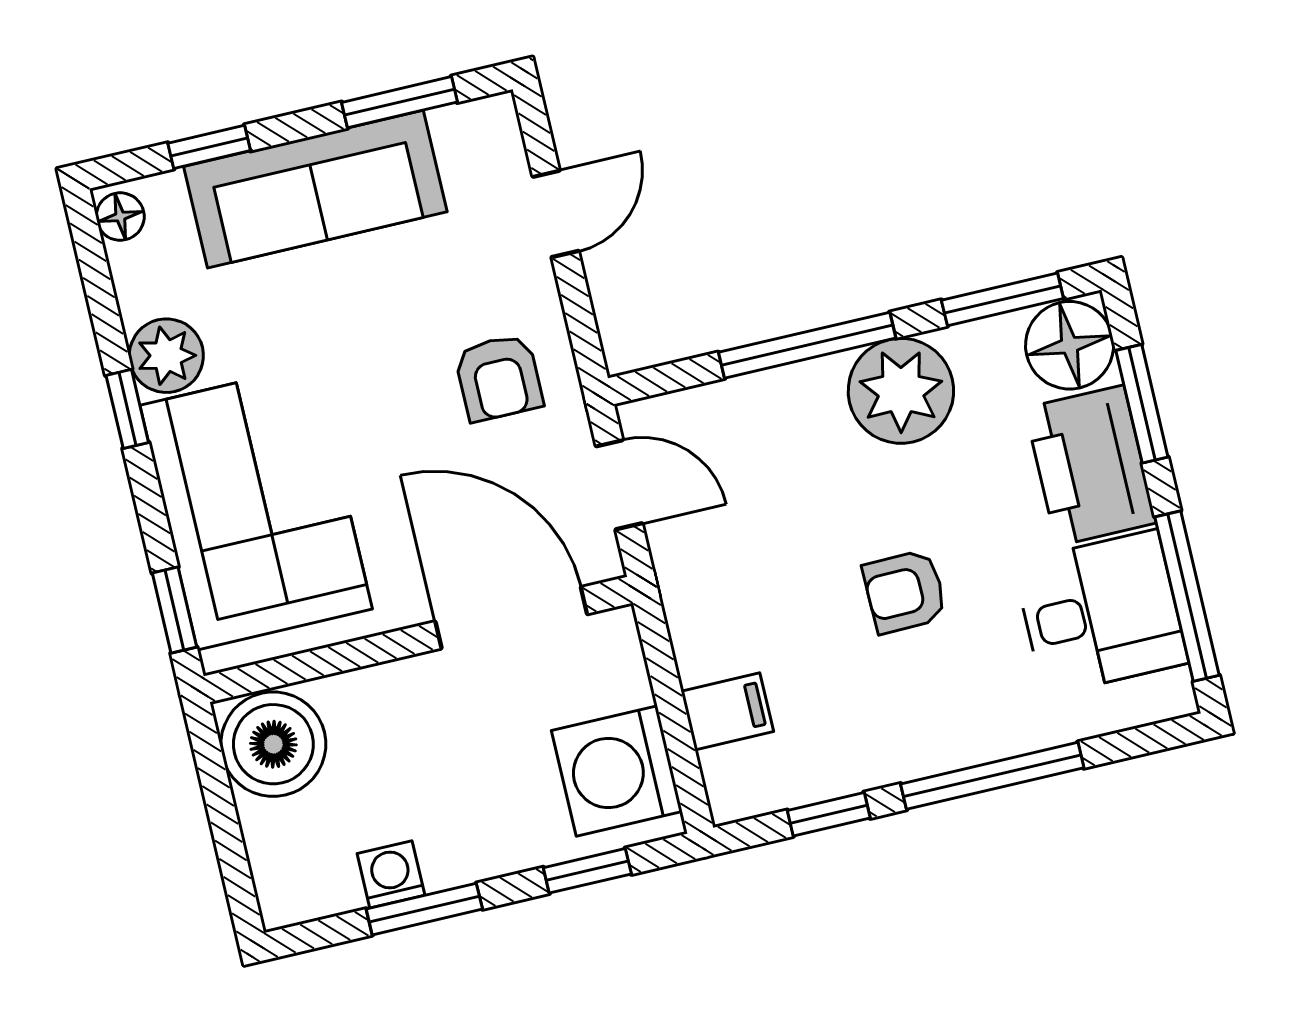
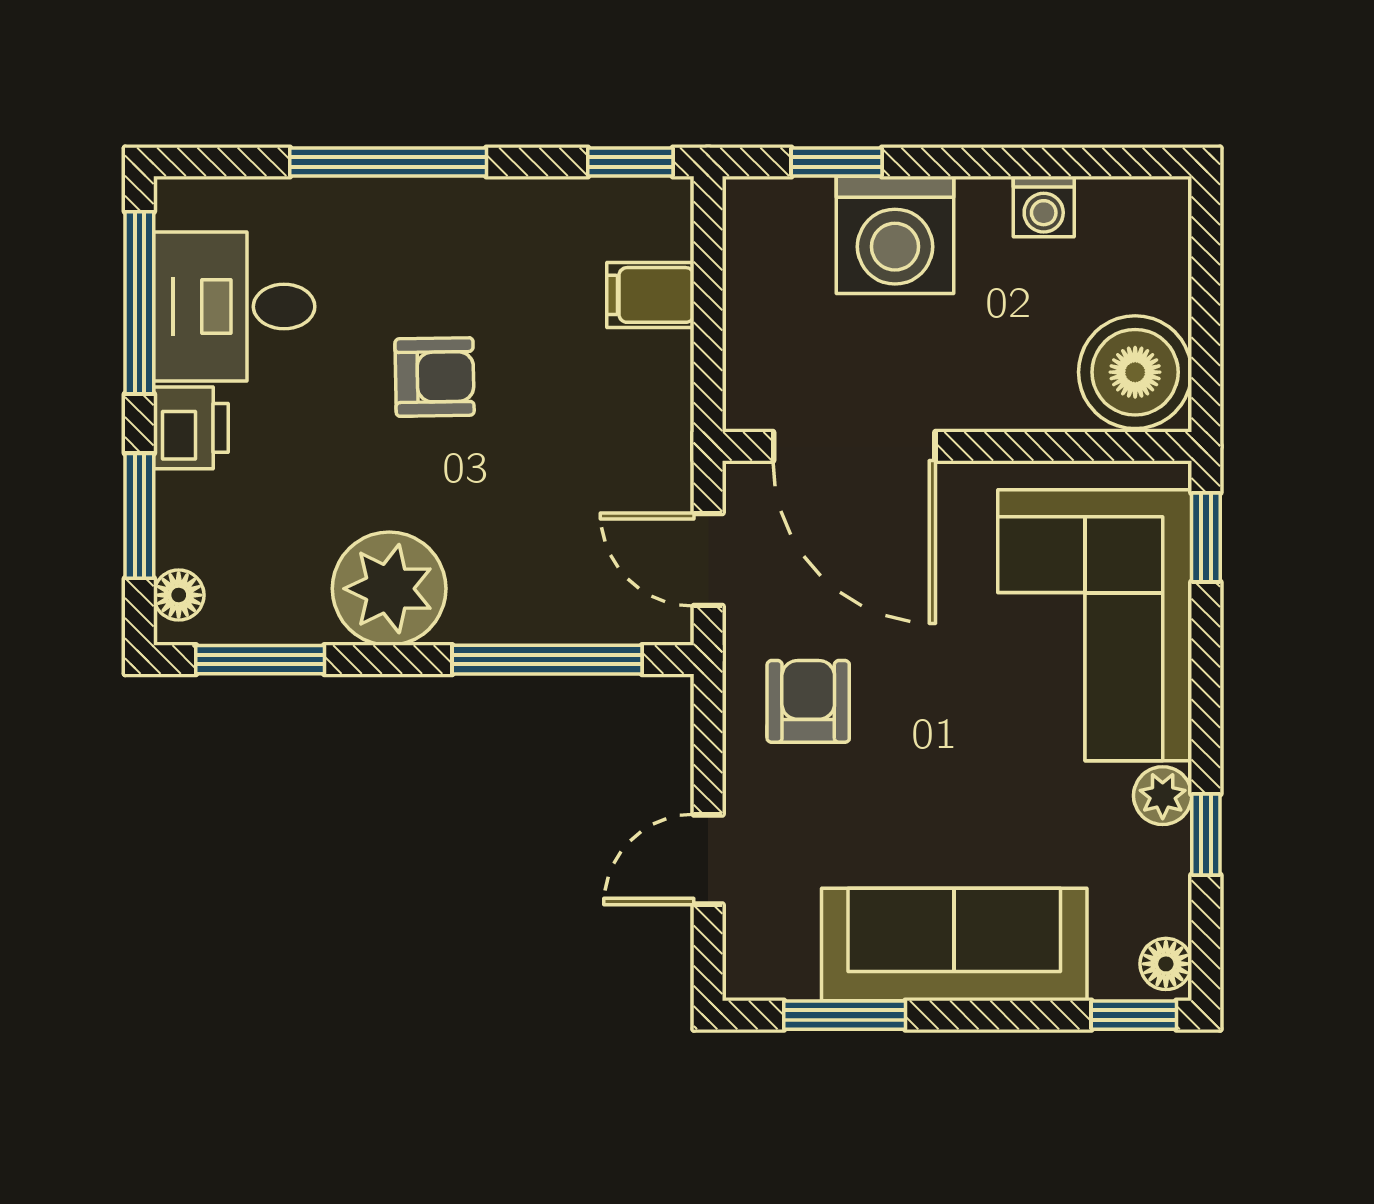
window: (209, 147) -> (1134, 1015), moved
window: (807, 345) -> (547, 660), moved
floor lamp: (1070, 345) -> (179, 595), width x0.53, depth x0.53
plant: (166, 356) -> (1163, 796), width x0.73, depth x0.73
window: (127, 409) -> (1206, 835), moved
printer: (1090, 466) -> (191, 428), width x0.53, depth x0.68
washing machine: (617, 771) -> (895, 235), moved, turned 90
window: (829, 814) -> (630, 162), moved
window: (424, 909) -> (1017, 162), removed

